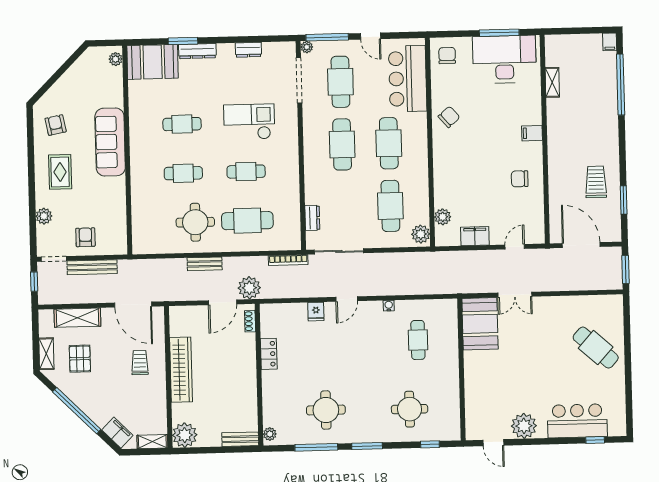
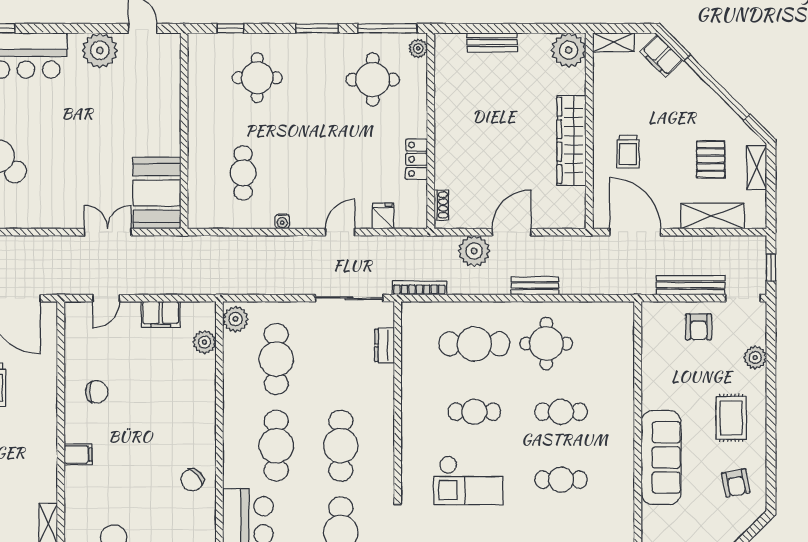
shoe rack: (250, 321) -> (441, 205), moved
locker: (269, 354) -> (417, 159), moved
wall: (259, 375) -> (431, 131), moved
plant: (270, 434) -> (418, 48), moved

